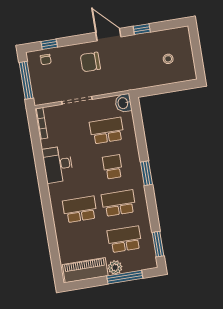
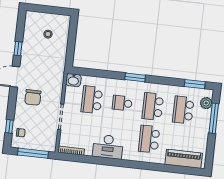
plant: (115, 267) -> (206, 103), moved
piano: (85, 270) -> (184, 159), moved, turned 90

